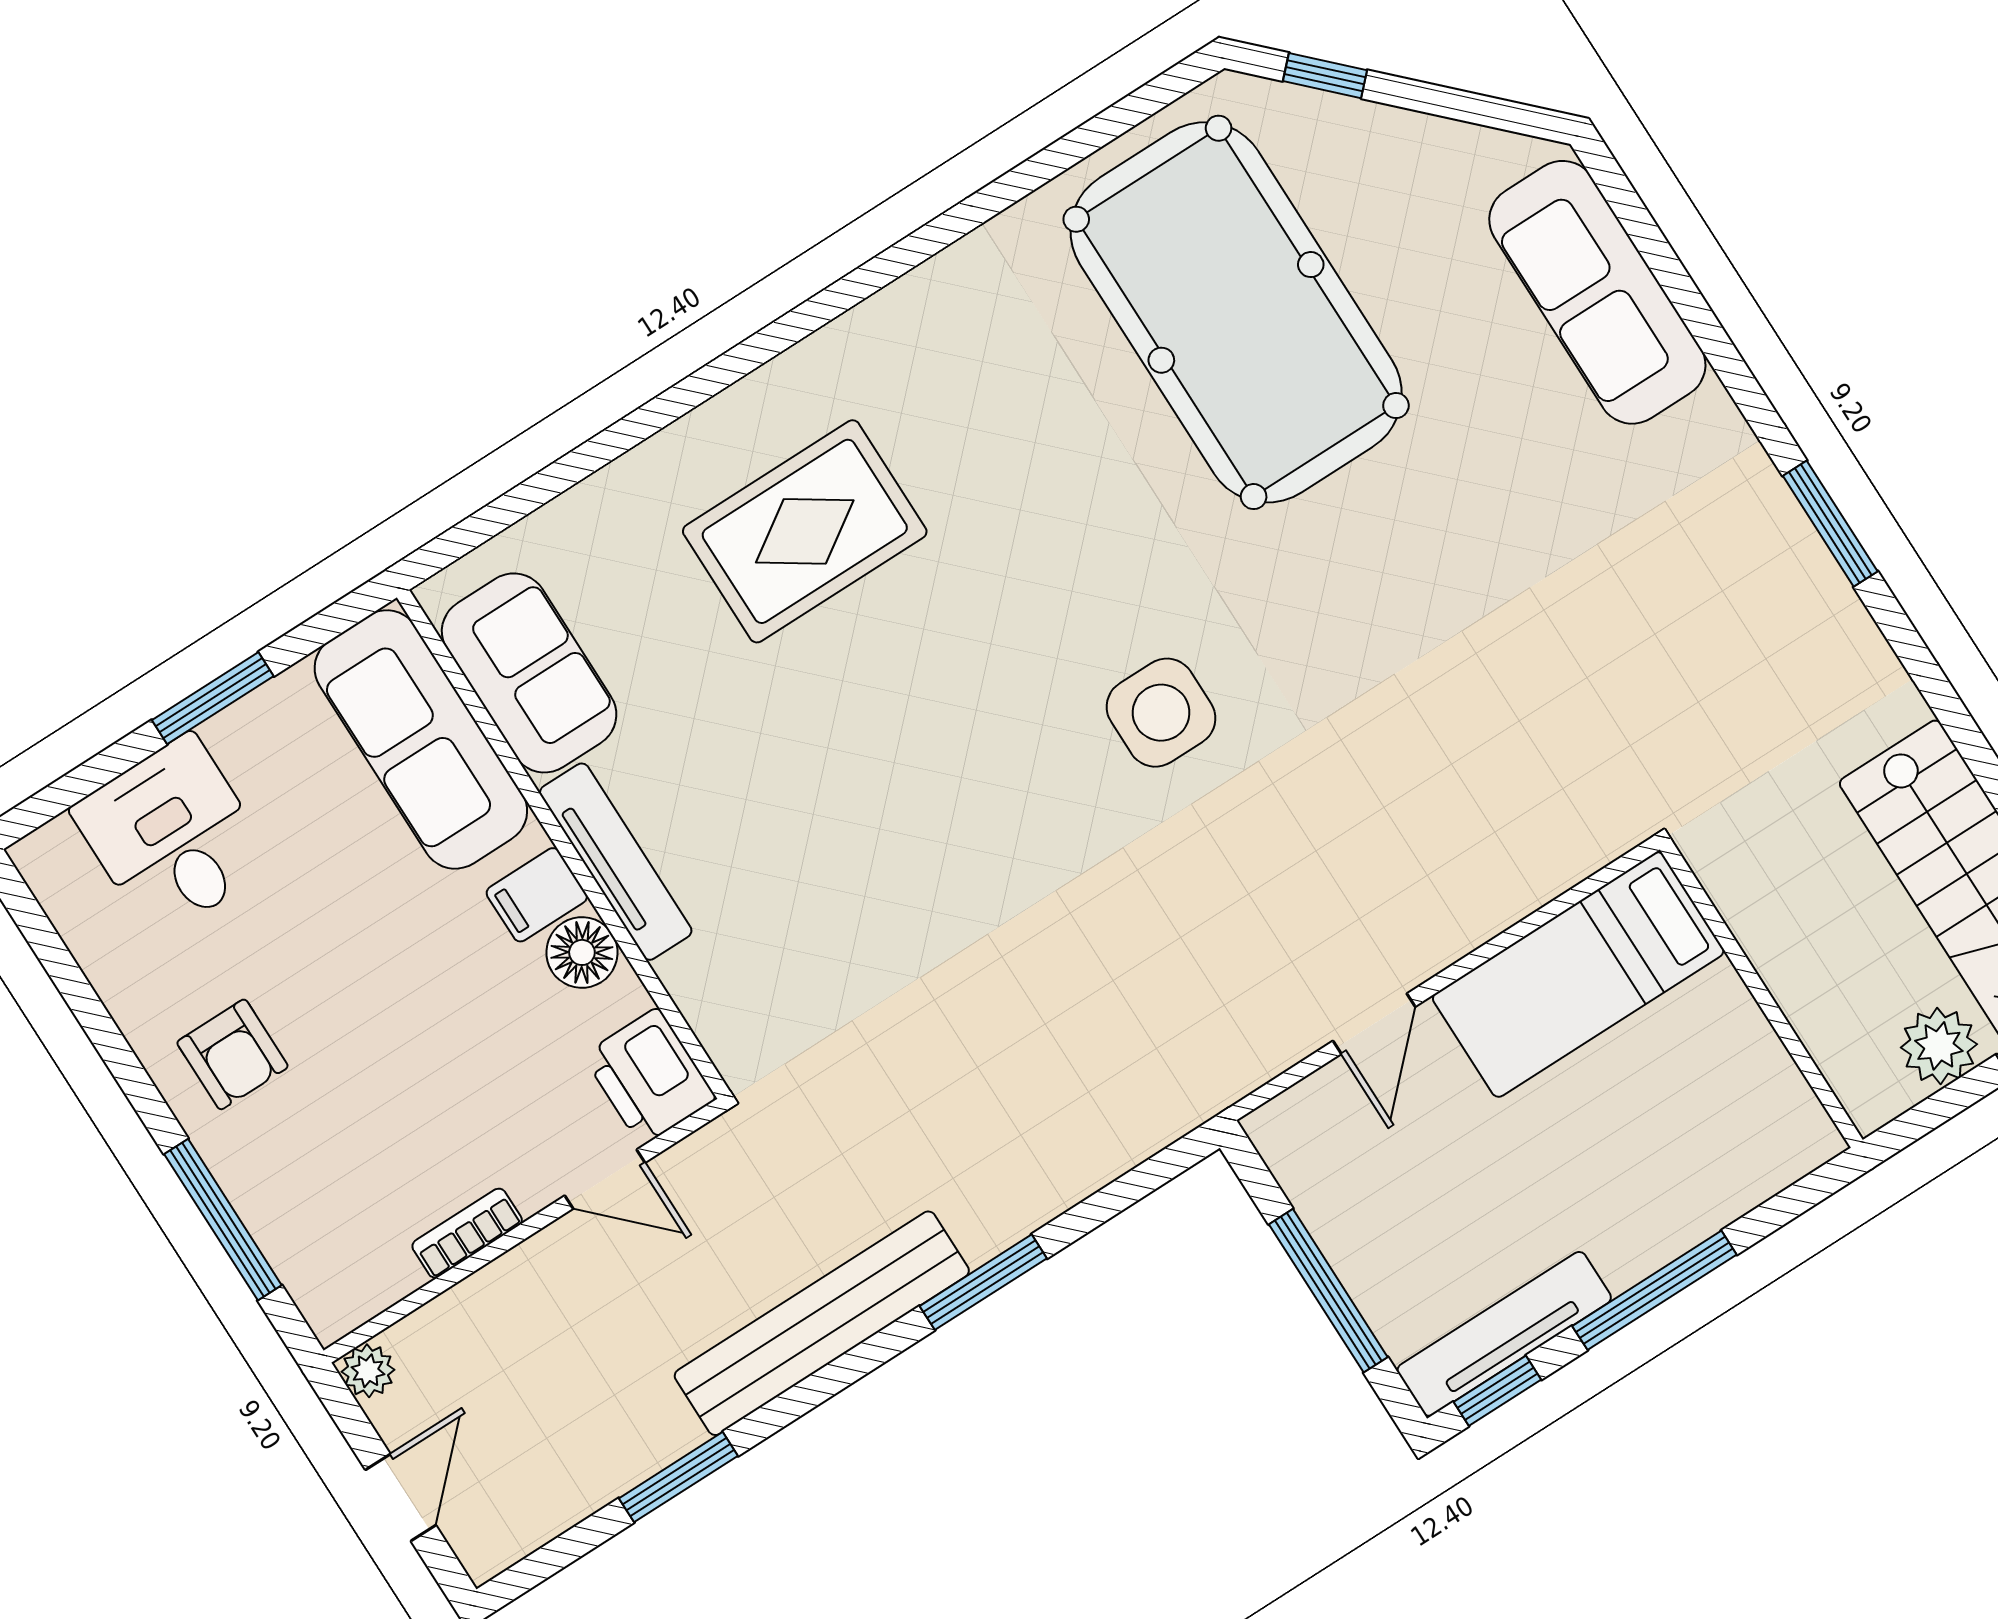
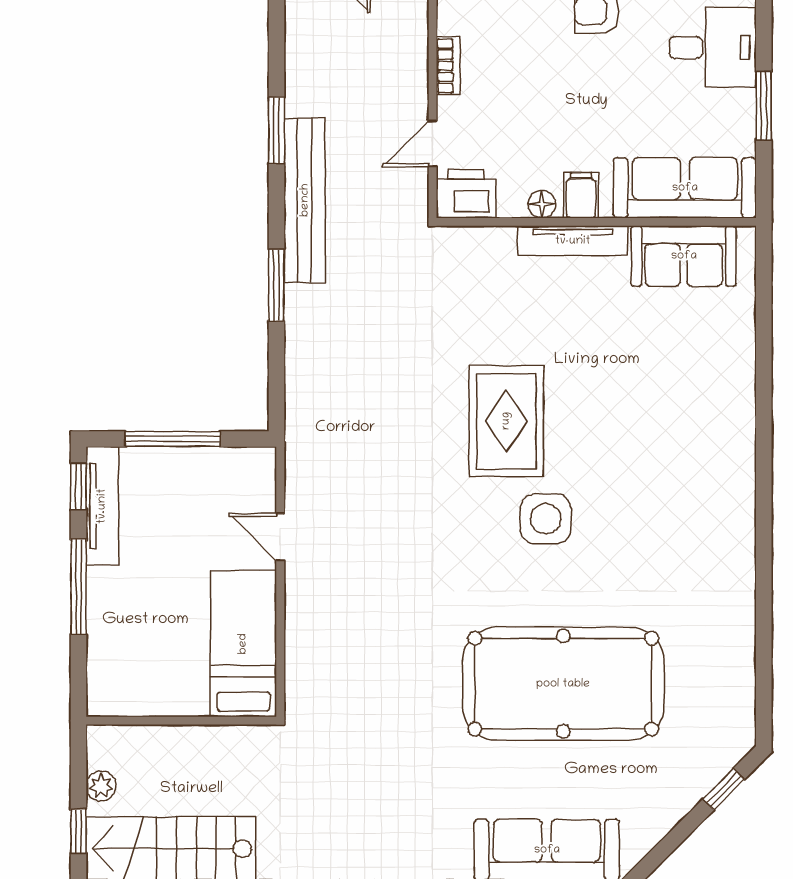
pool table: (1236, 312) -> (563, 684), moved
rug: (805, 531) -> (506, 421), moved
side table: (1161, 713) -> (546, 519), moved
floor lamp: (582, 952) -> (542, 204), width x0.73, depth x0.73
plant: (1939, 1046) -> (101, 786), width x0.73, depth x0.73
window: (678, 1477) -> (276, 130), moved

